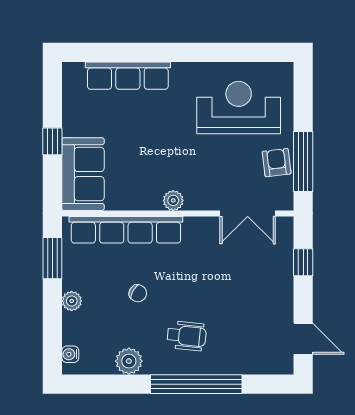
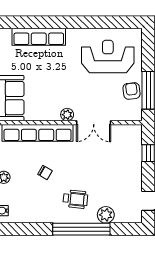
double door: (248, 213) -> (94, 123), moved
plant: (129, 361) -> (106, 215), moved

